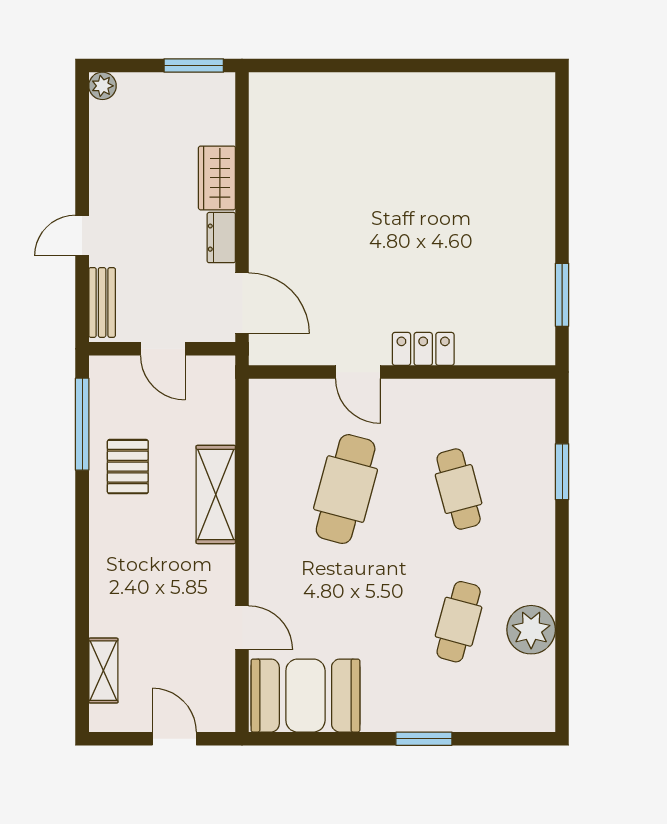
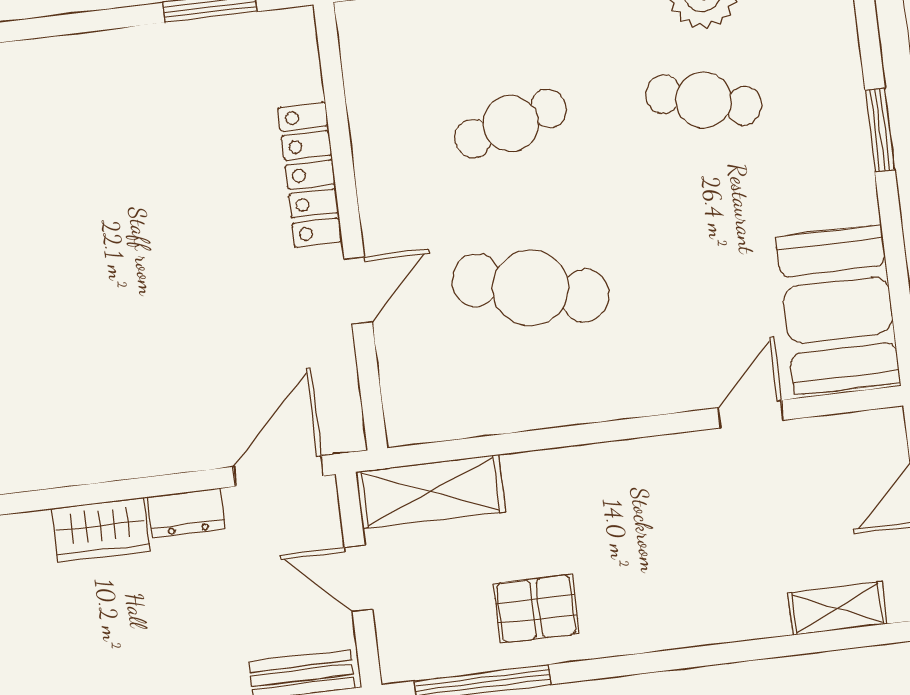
door: (163, 349) -> (359, 578), swing flipped
locker: (423, 349) -> (310, 175), width x1.53
shelving: (216, 494) -> (430, 492), moved

